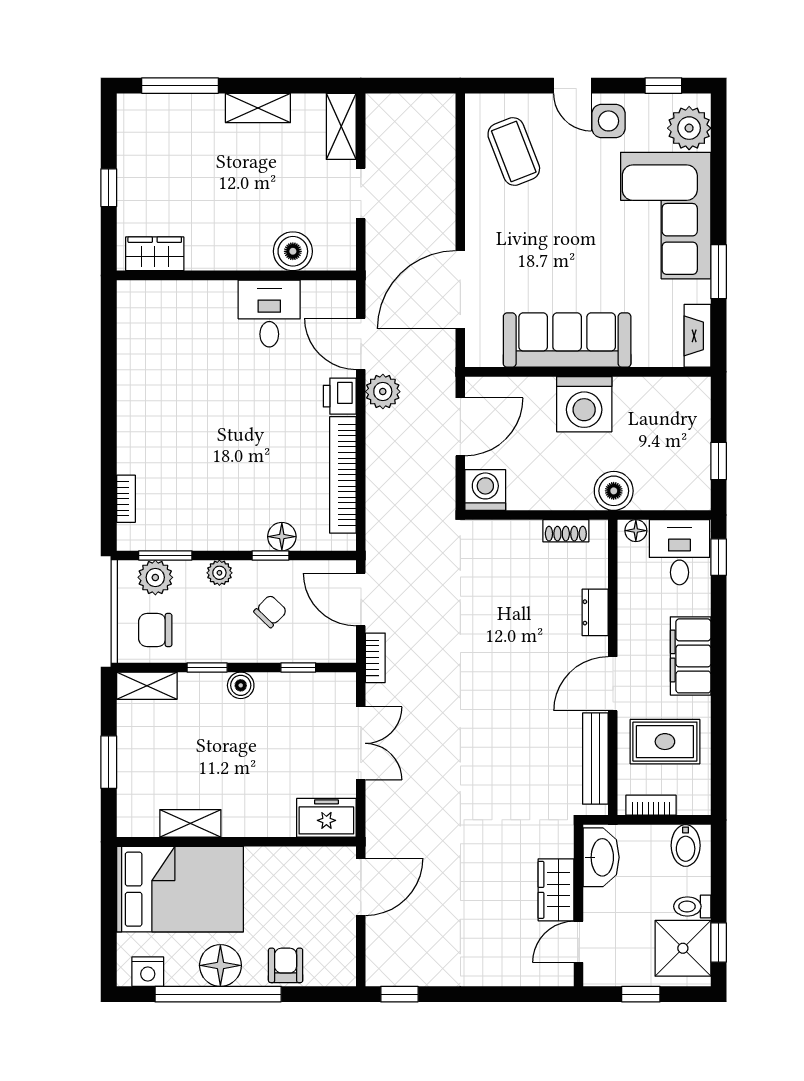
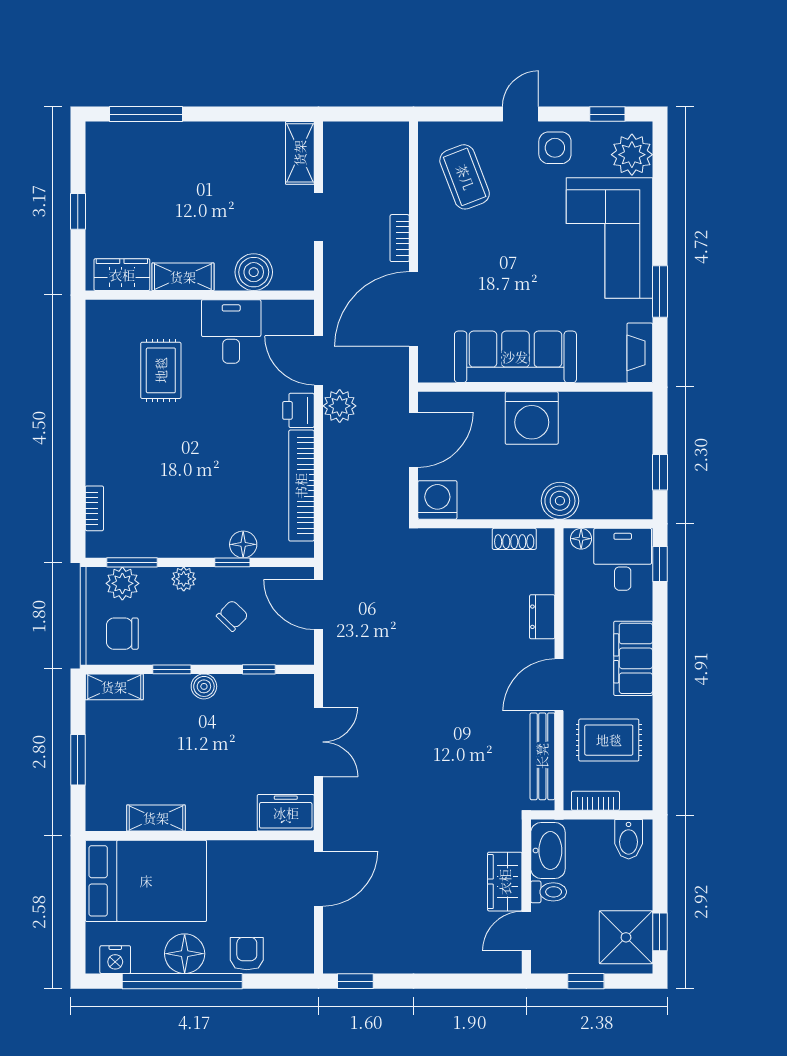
door: (572, 86) -> (520, 114), swing flipped
shelving: (258, 108) -> (183, 277), moved
rug: (196, 354) -> (161, 370), added
bookcase: (375, 658) -> (400, 238), moved, turned 180
toilet: (692, 906) -> (549, 892), moved, turned 180

